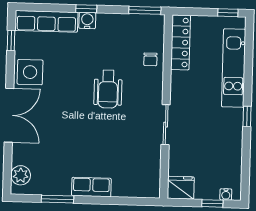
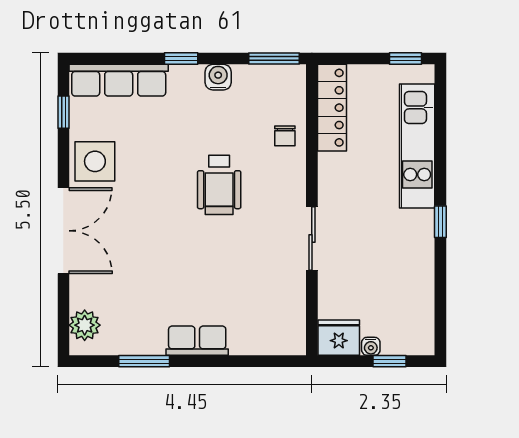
water cooler: (87, 21) -> (218, 77), moved
water cooler: (226, 194) -> (371, 346), moved

